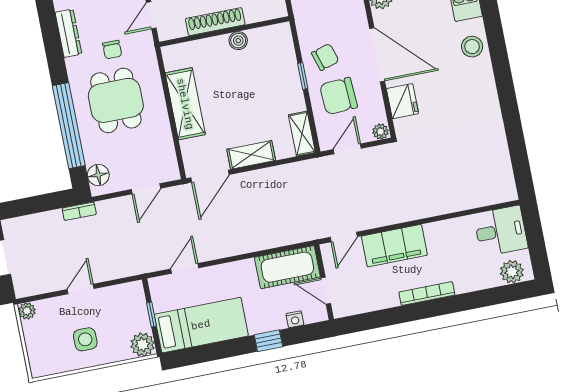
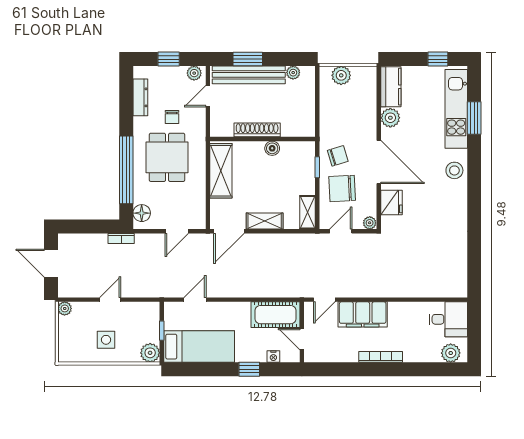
shoe rack: (215, 22) -> (257, 130), moved
wall: (224, 32) -> (263, 139), moved
boiler: (238, 41) -> (272, 148), moved

